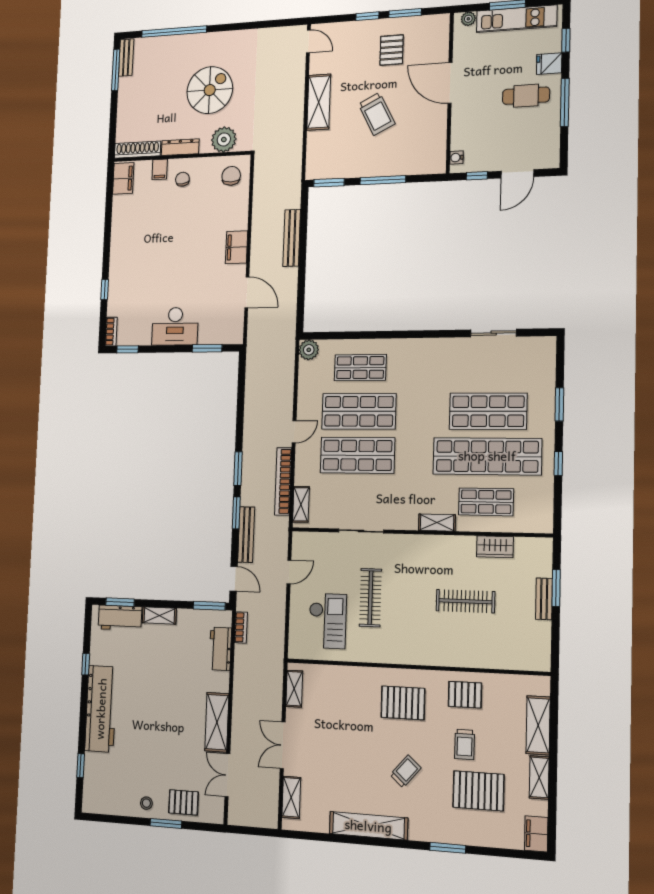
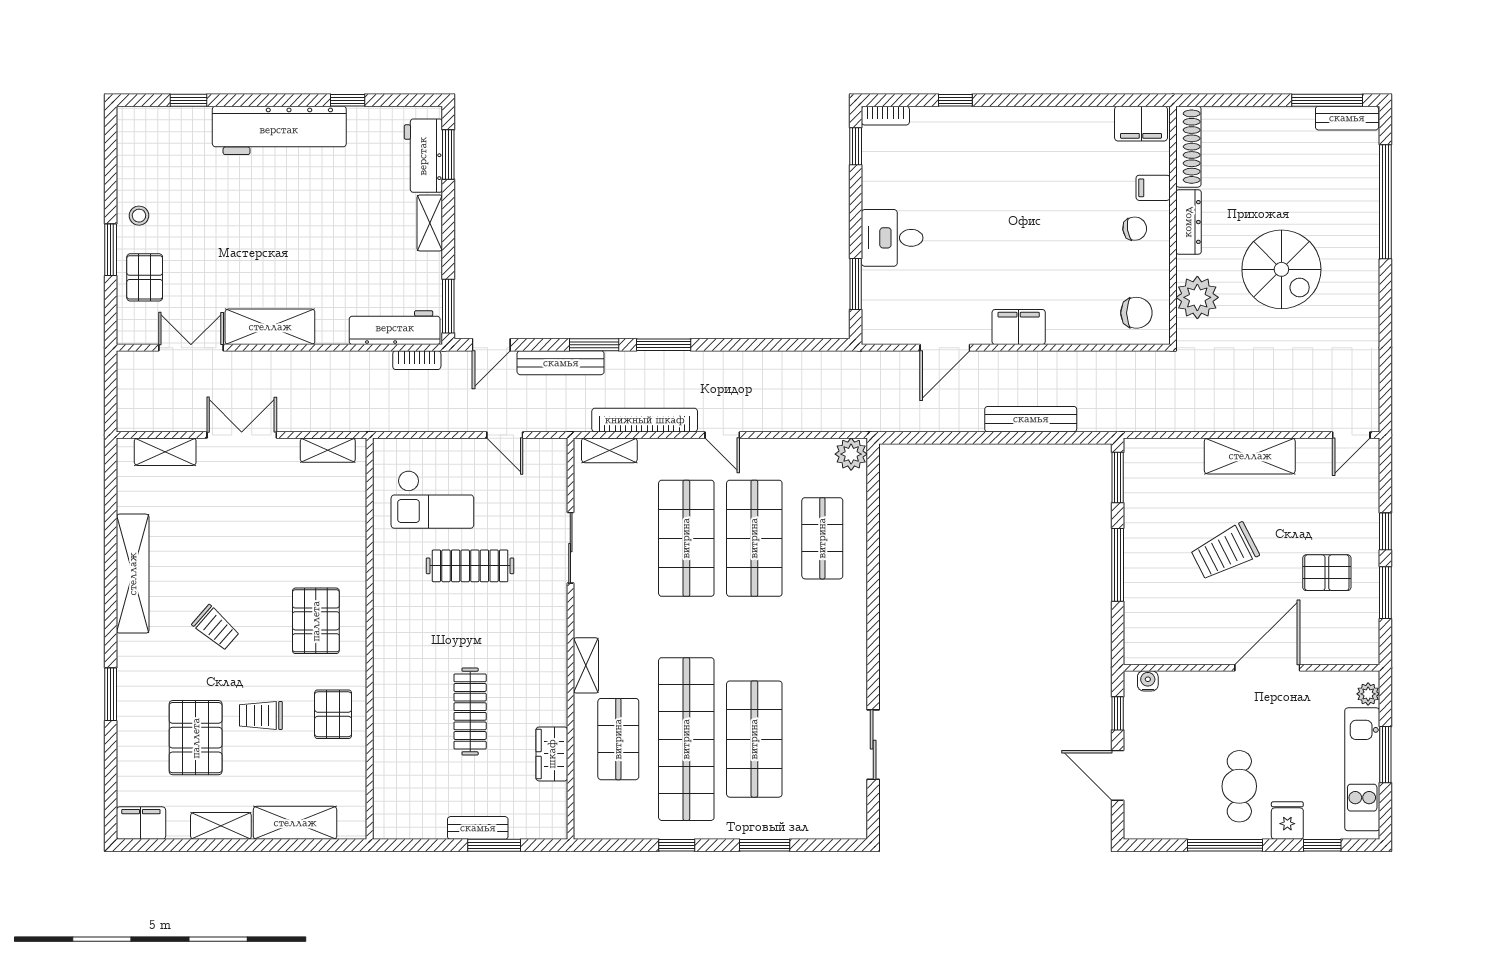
desk: (175, 326) -> (892, 238), width x0.73
workbench: (220, 649) -> (395, 328), width x1.37

